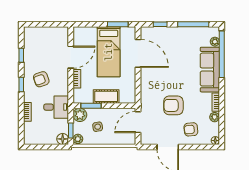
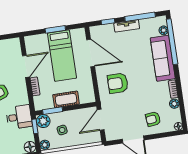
window: (118, 24) -> (55, 29), moved
tv unit: (178, 31) -> (127, 26), added
armchair: (173, 105) -> (118, 83), moved
window: (71, 130) -> (35, 126), moved

